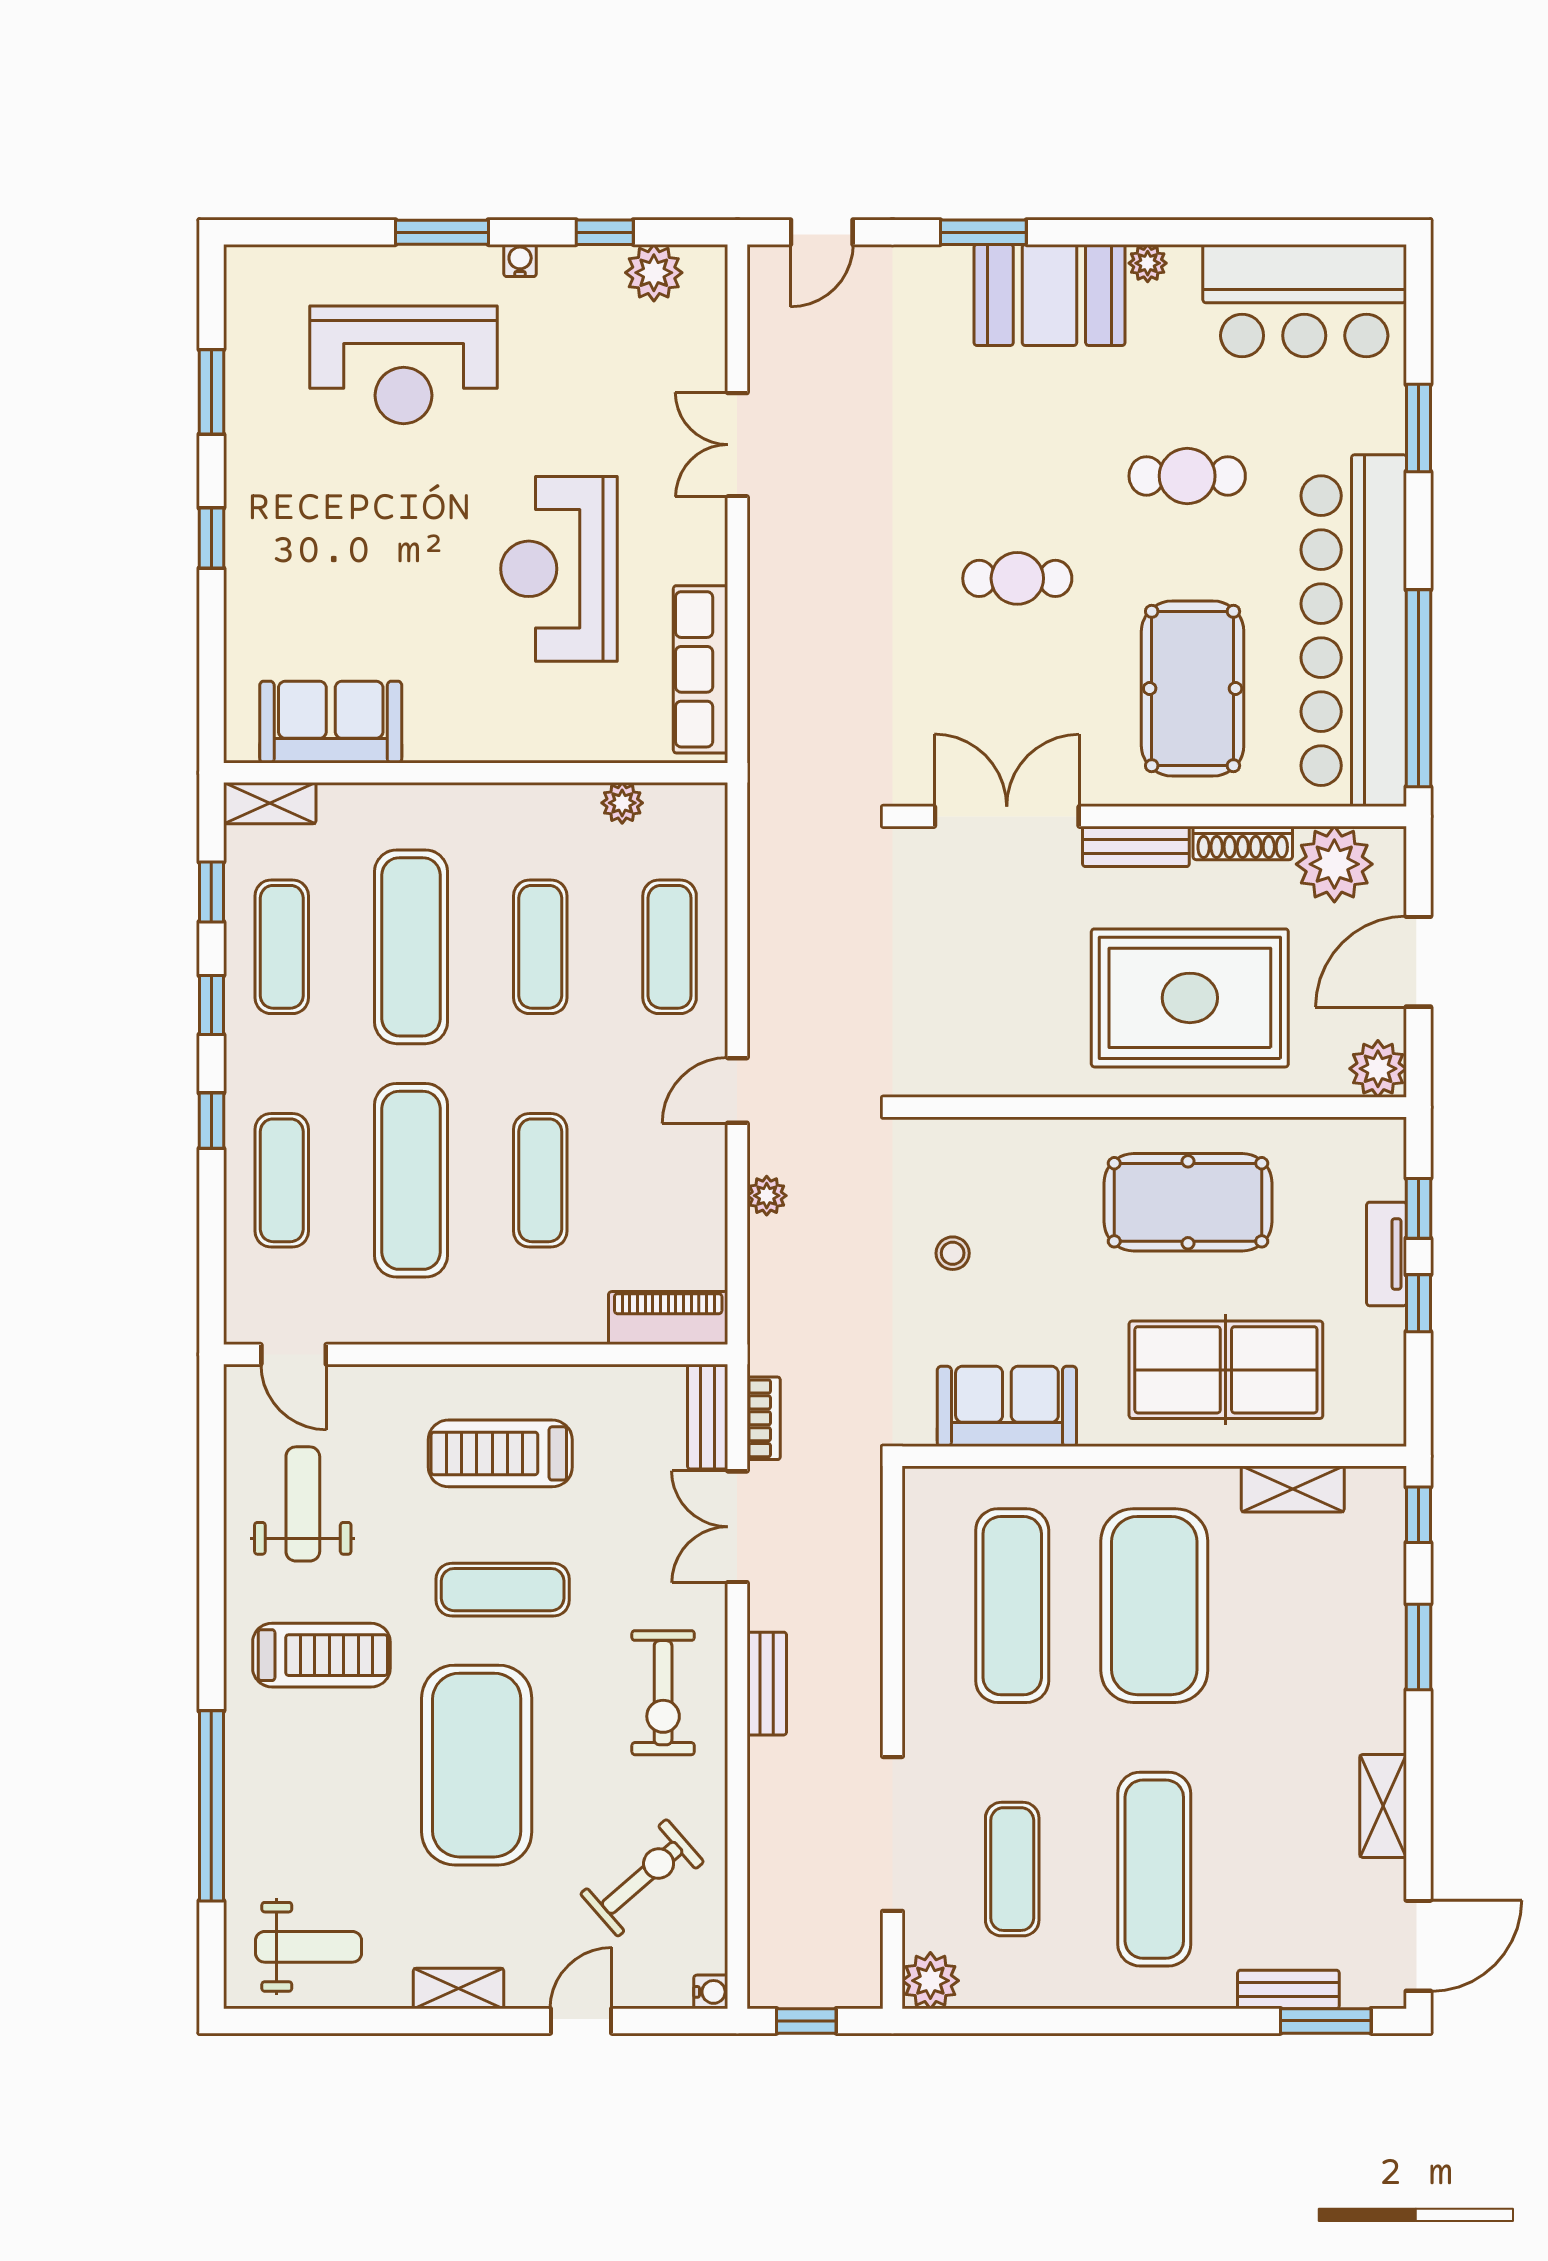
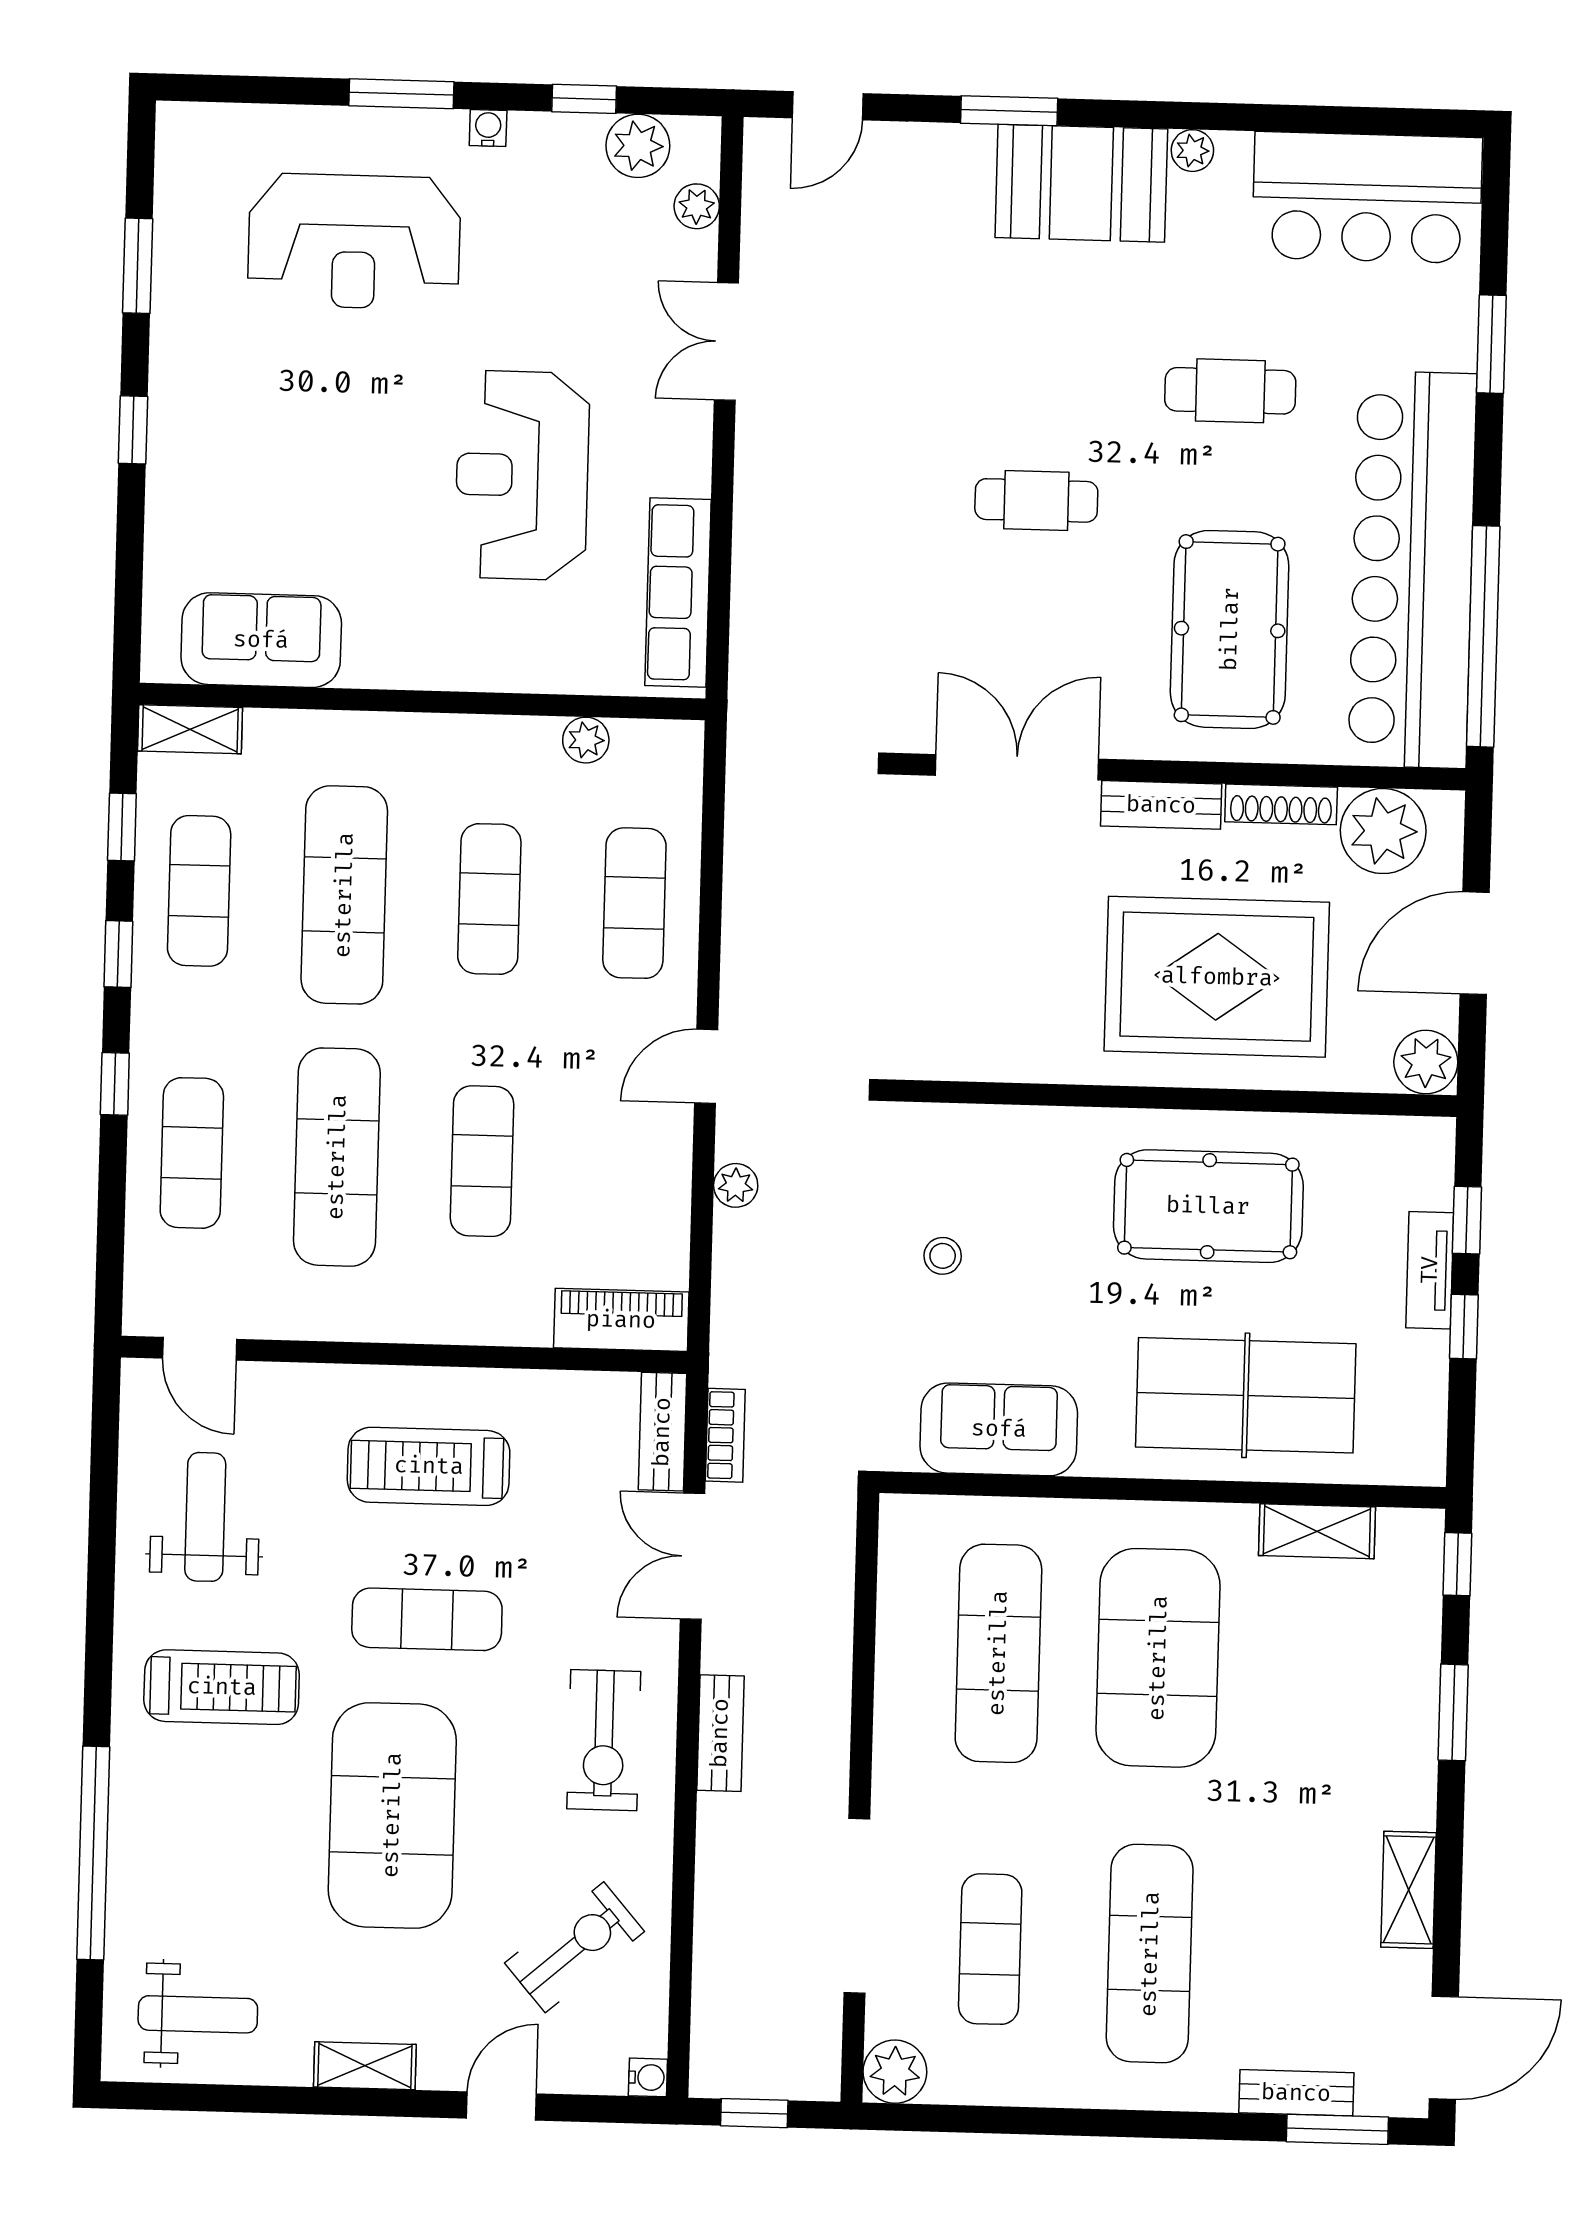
plant: (708, 325) -> (697, 206), added

